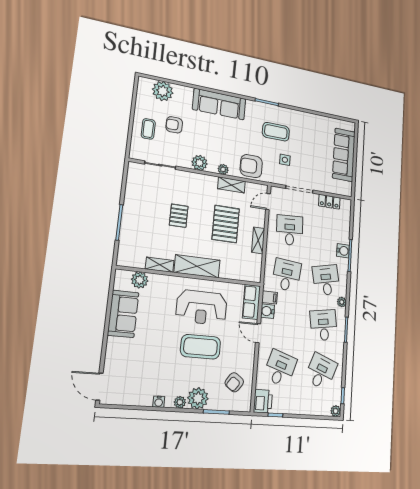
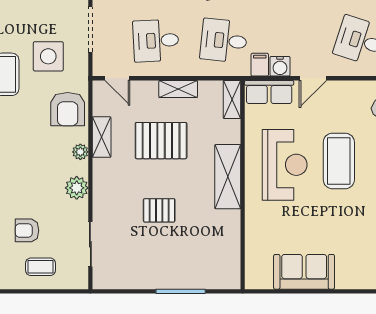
armchair: (174, 125) -> (27, 230), turned 90
side table: (285, 160) -> (48, 56), width x1.87, depth x1.87
shelving: (160, 265) -> (232, 99), moved
plant: (140, 280) -> (256, 255), removed

